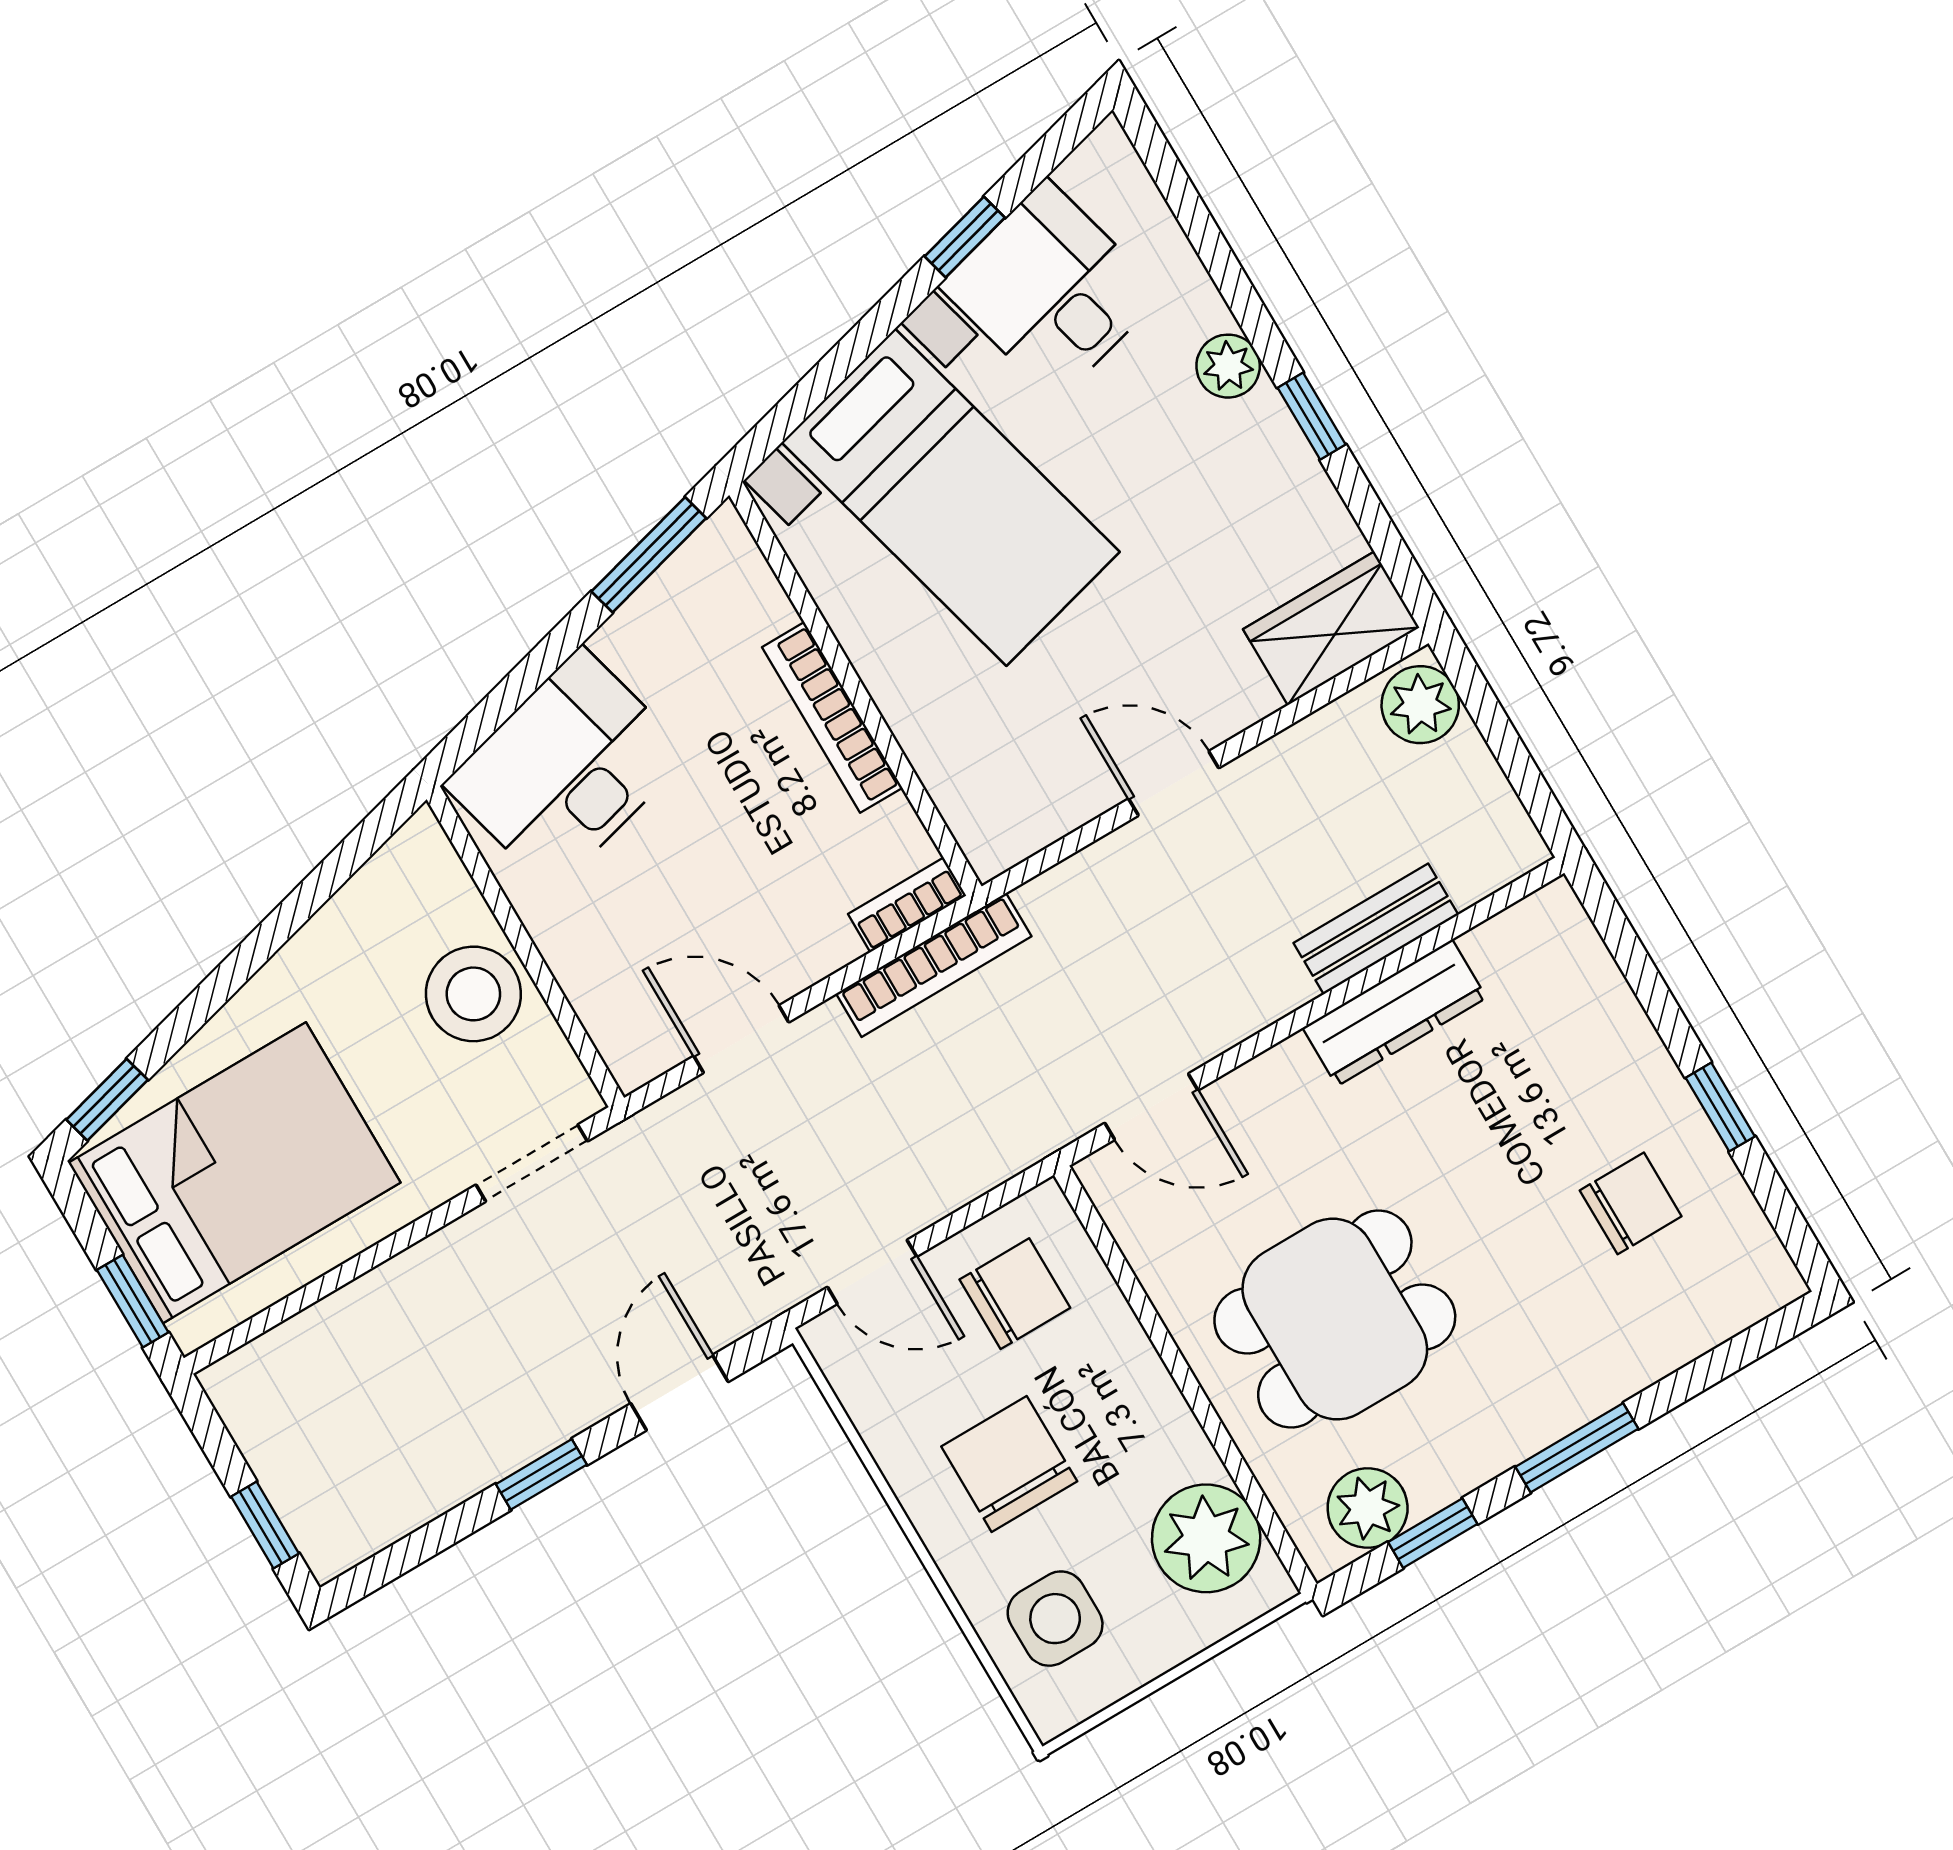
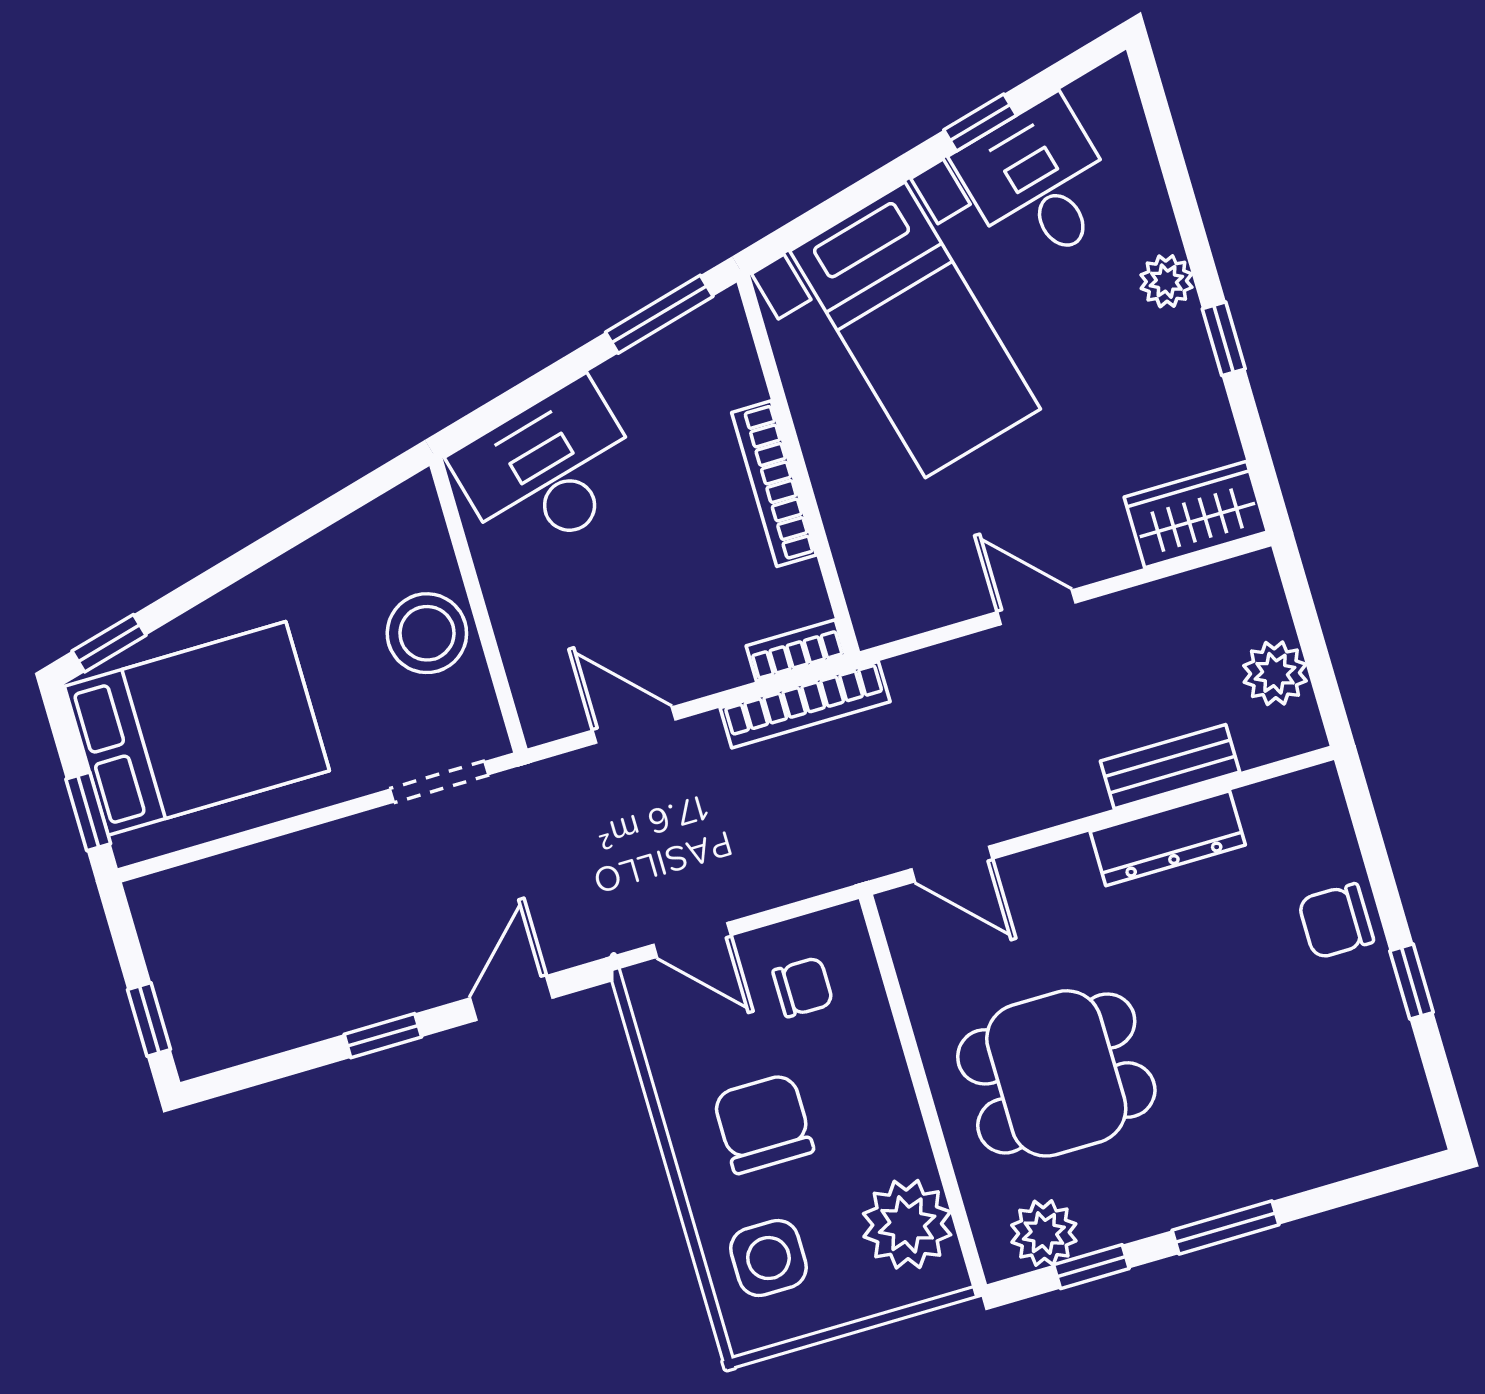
plant: (1420, 705) -> (1275, 673), moved
chair: (1631, 1203) -> (1336, 921), moved, turned 180
chair: (1015, 1294) -> (803, 987), width x0.73, depth x0.73

